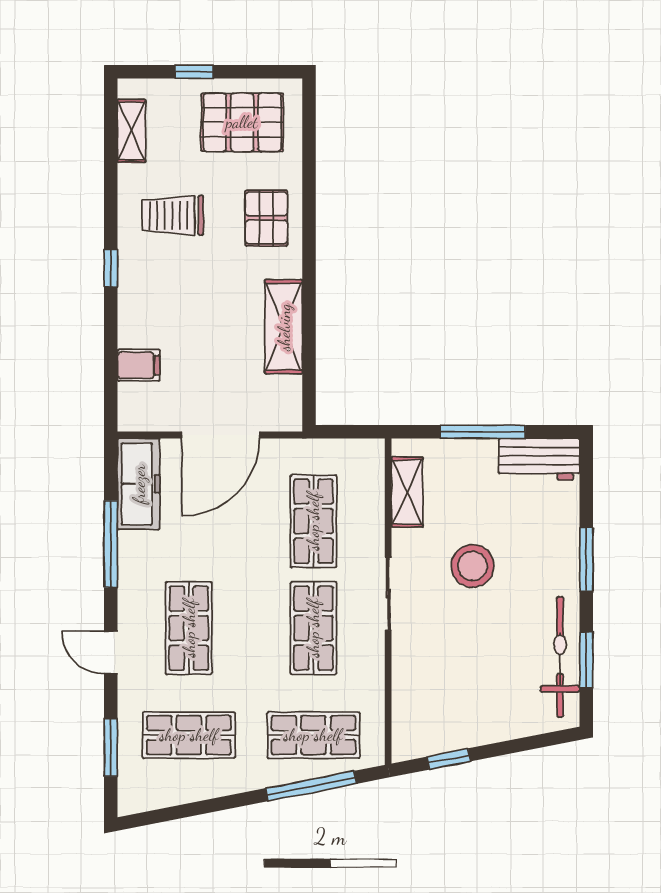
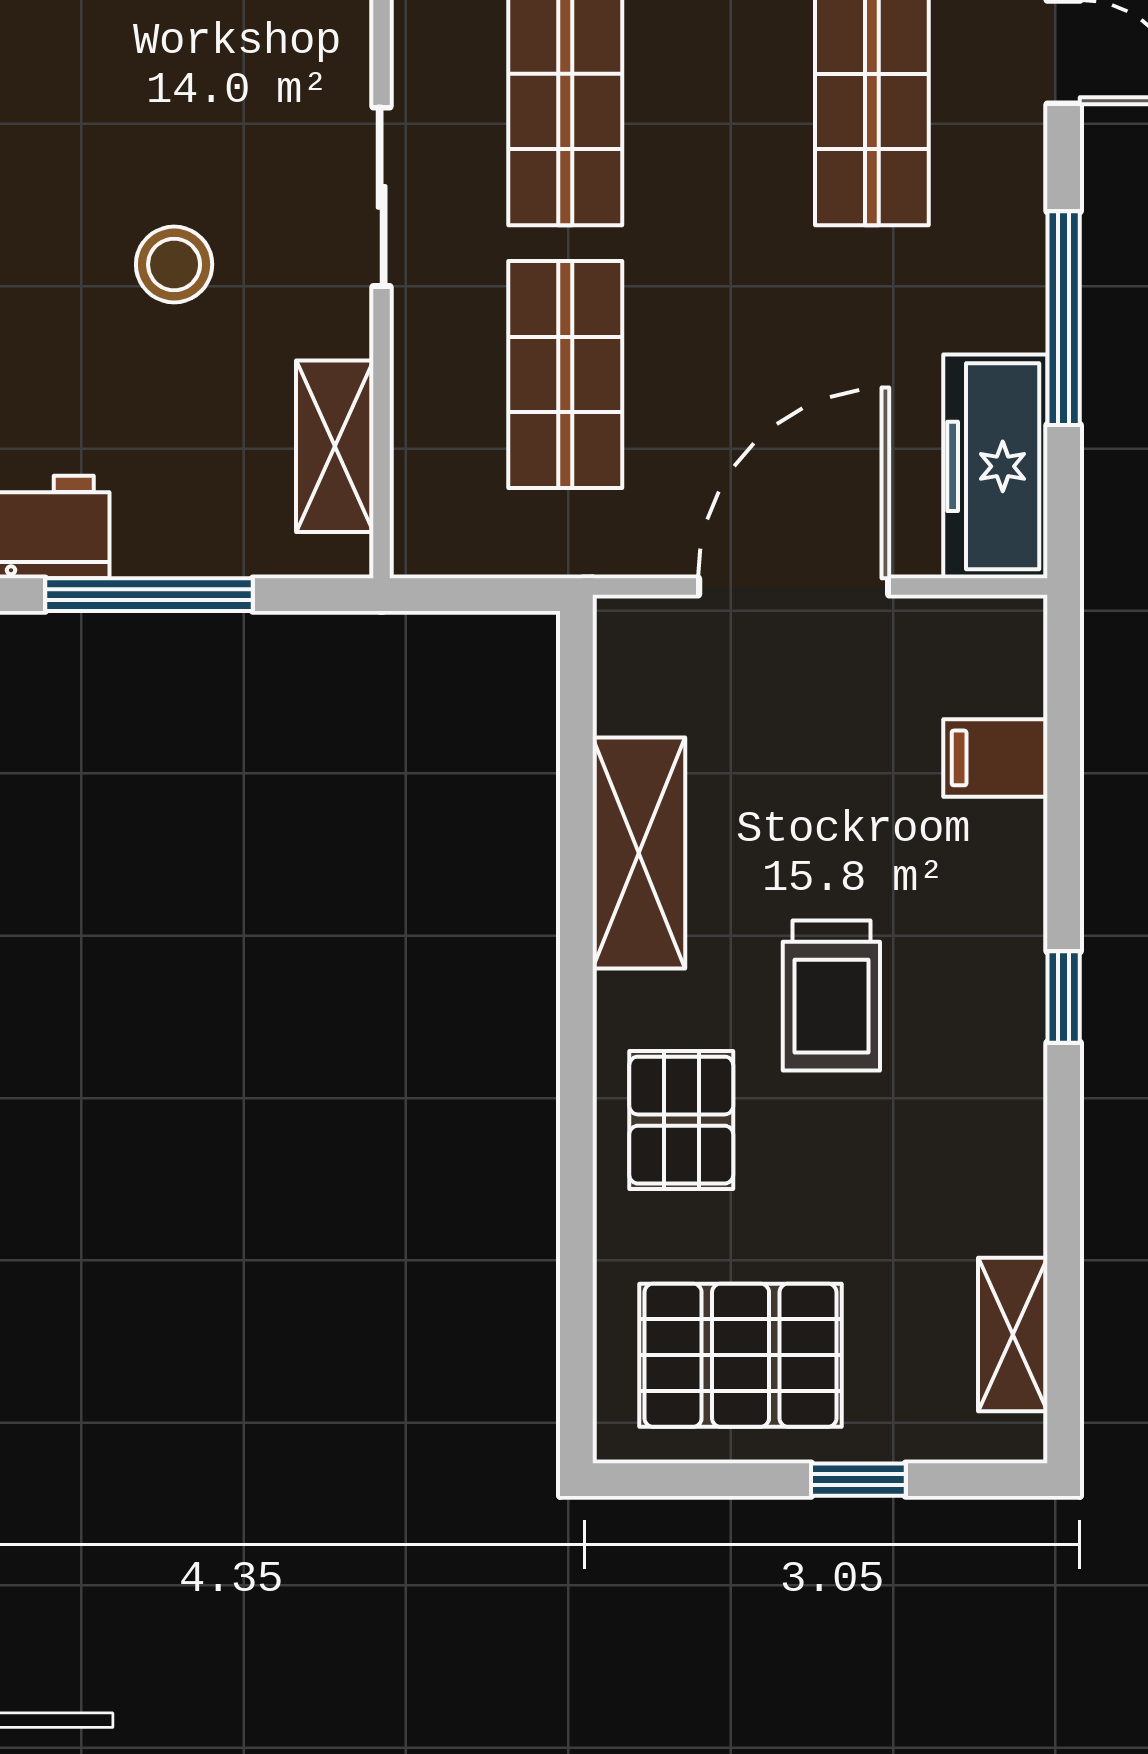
trolley: (173, 215) -> (831, 996), moved, turned 90
stool: (473, 566) -> (174, 264), width x0.73, depth x0.73

